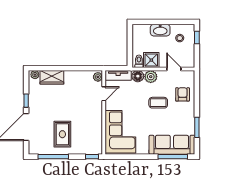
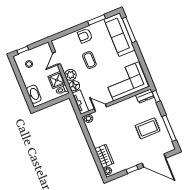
washbasin: (160, 30) -> (34, 94), moved
armchair: (183, 94) -> (85, 36), moved
dresser: (97, 145) -> (145, 96), added

